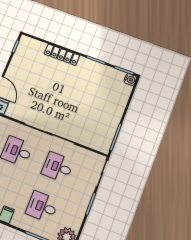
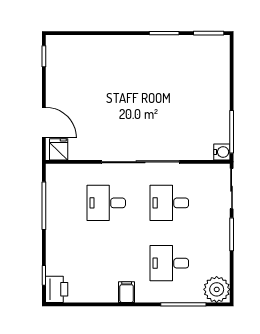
locker: (62, 55) -> (114, 44), removed
water cooler: (130, 79) -> (222, 152), moved

